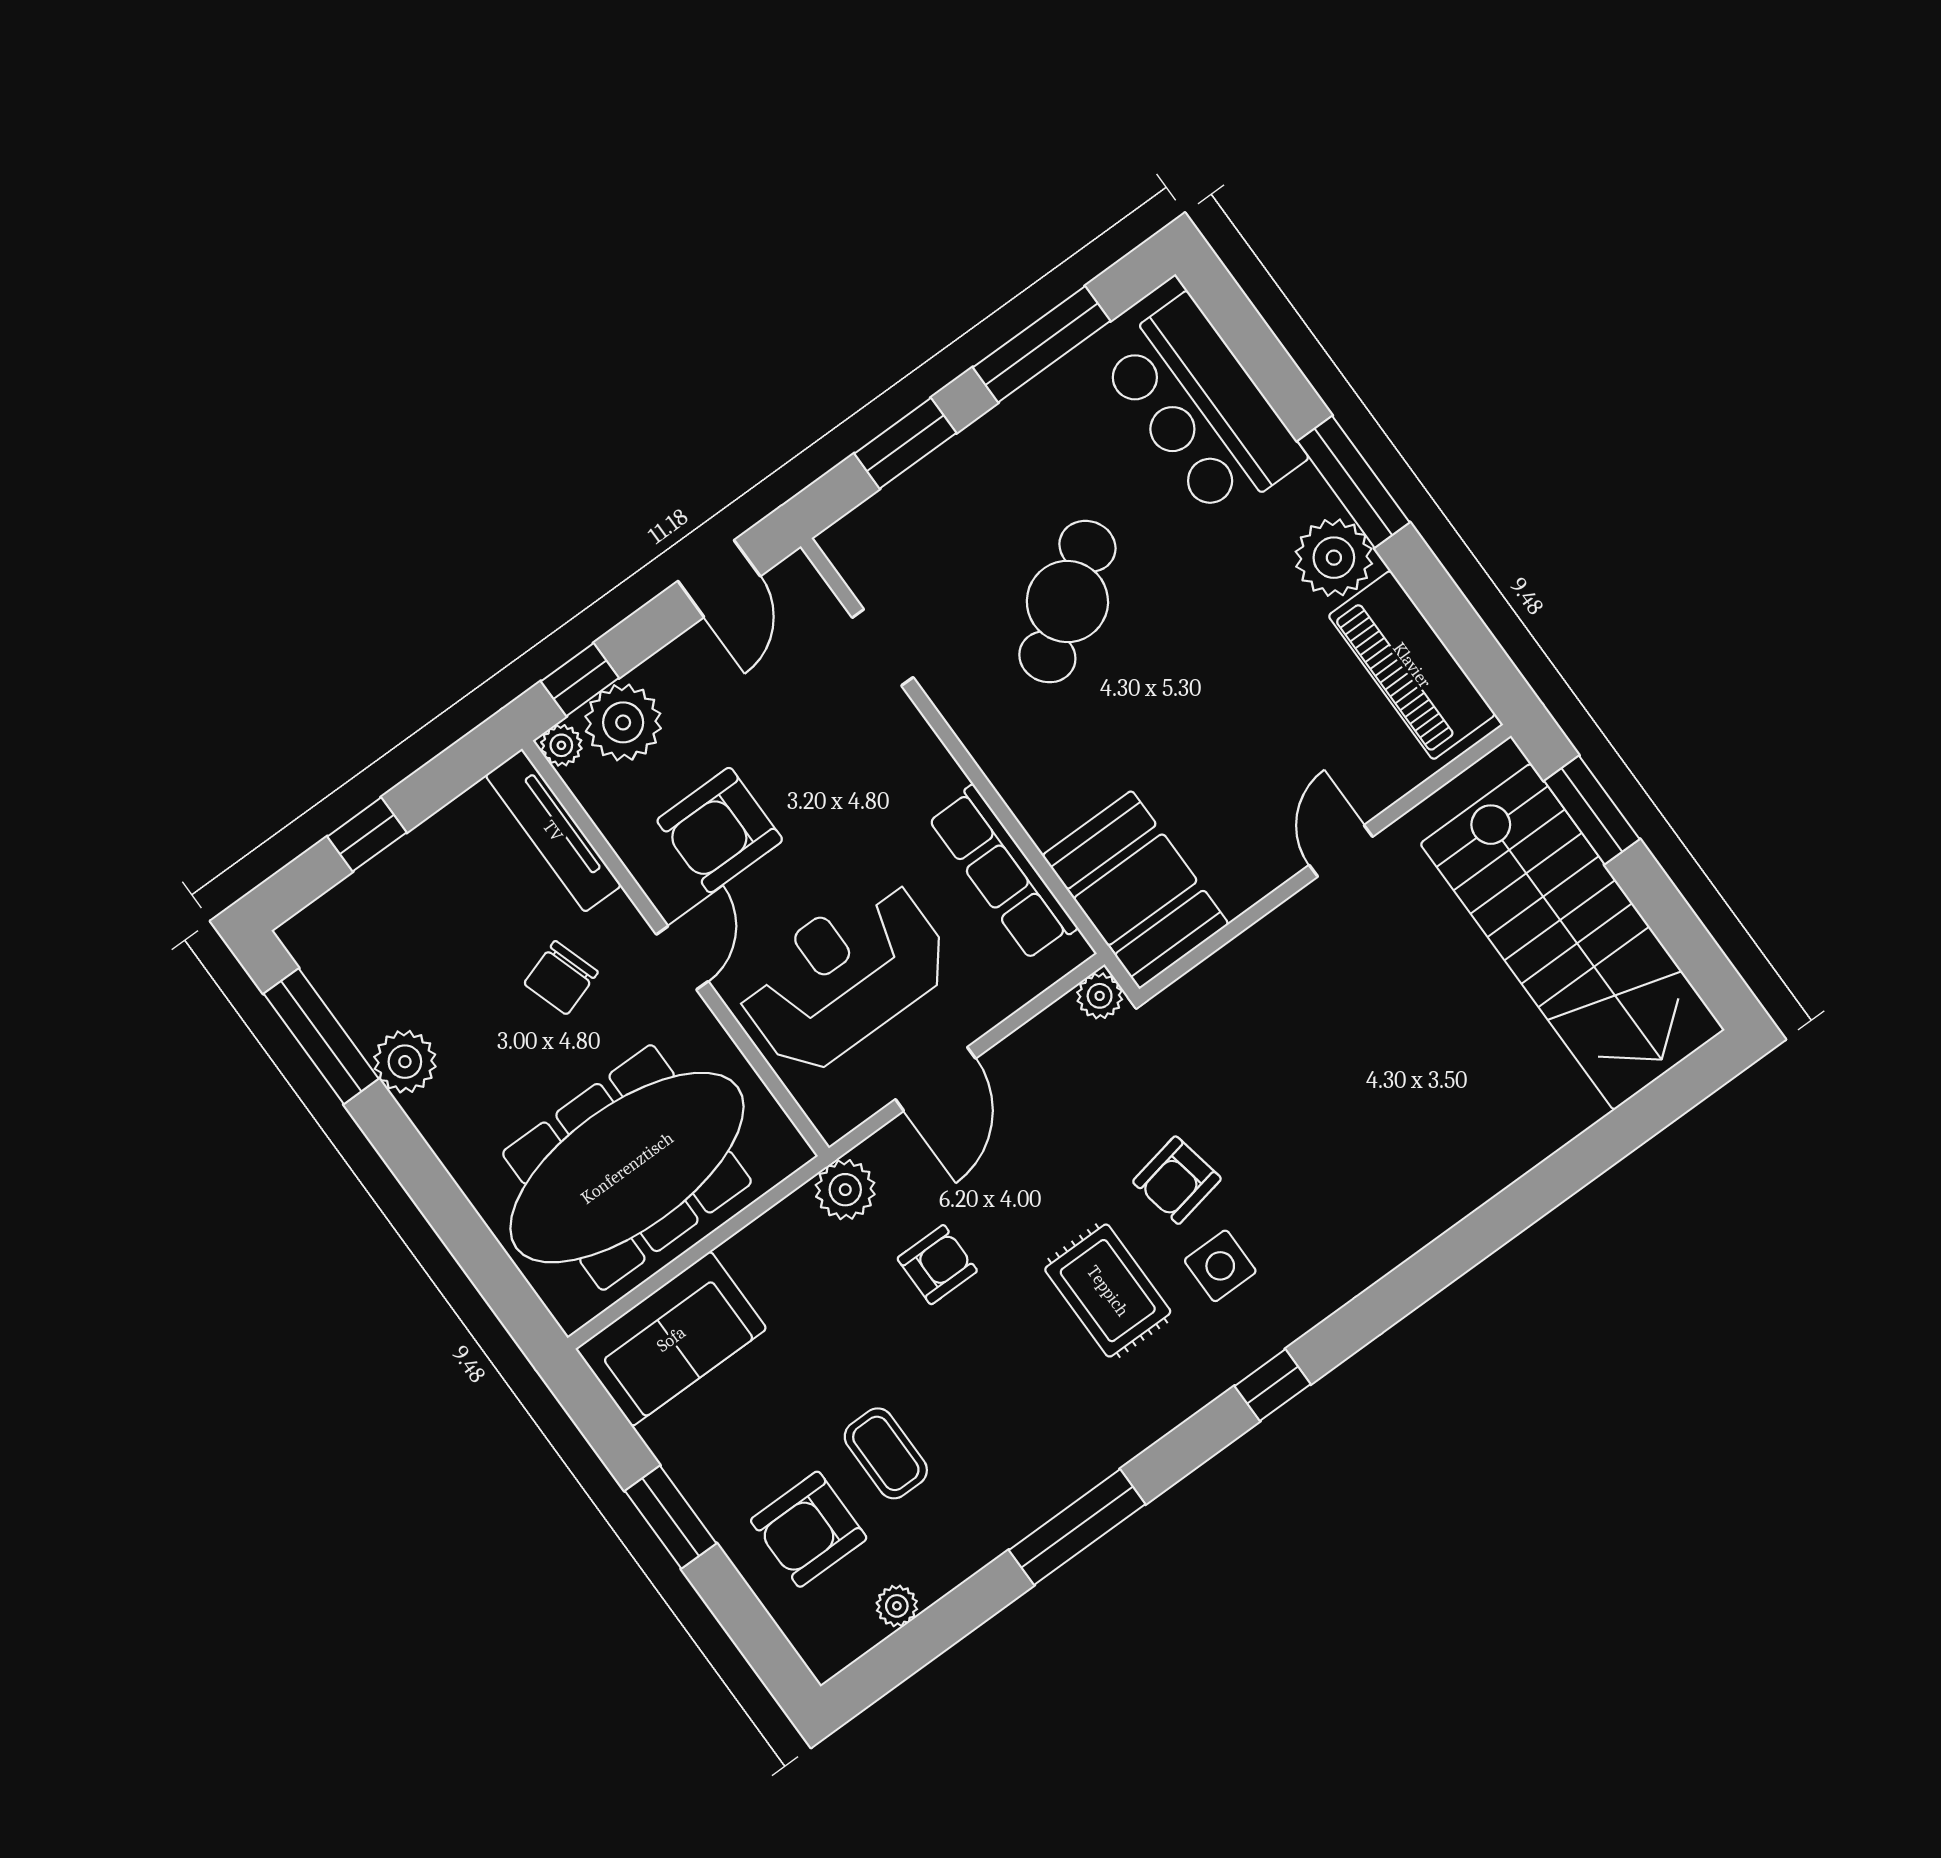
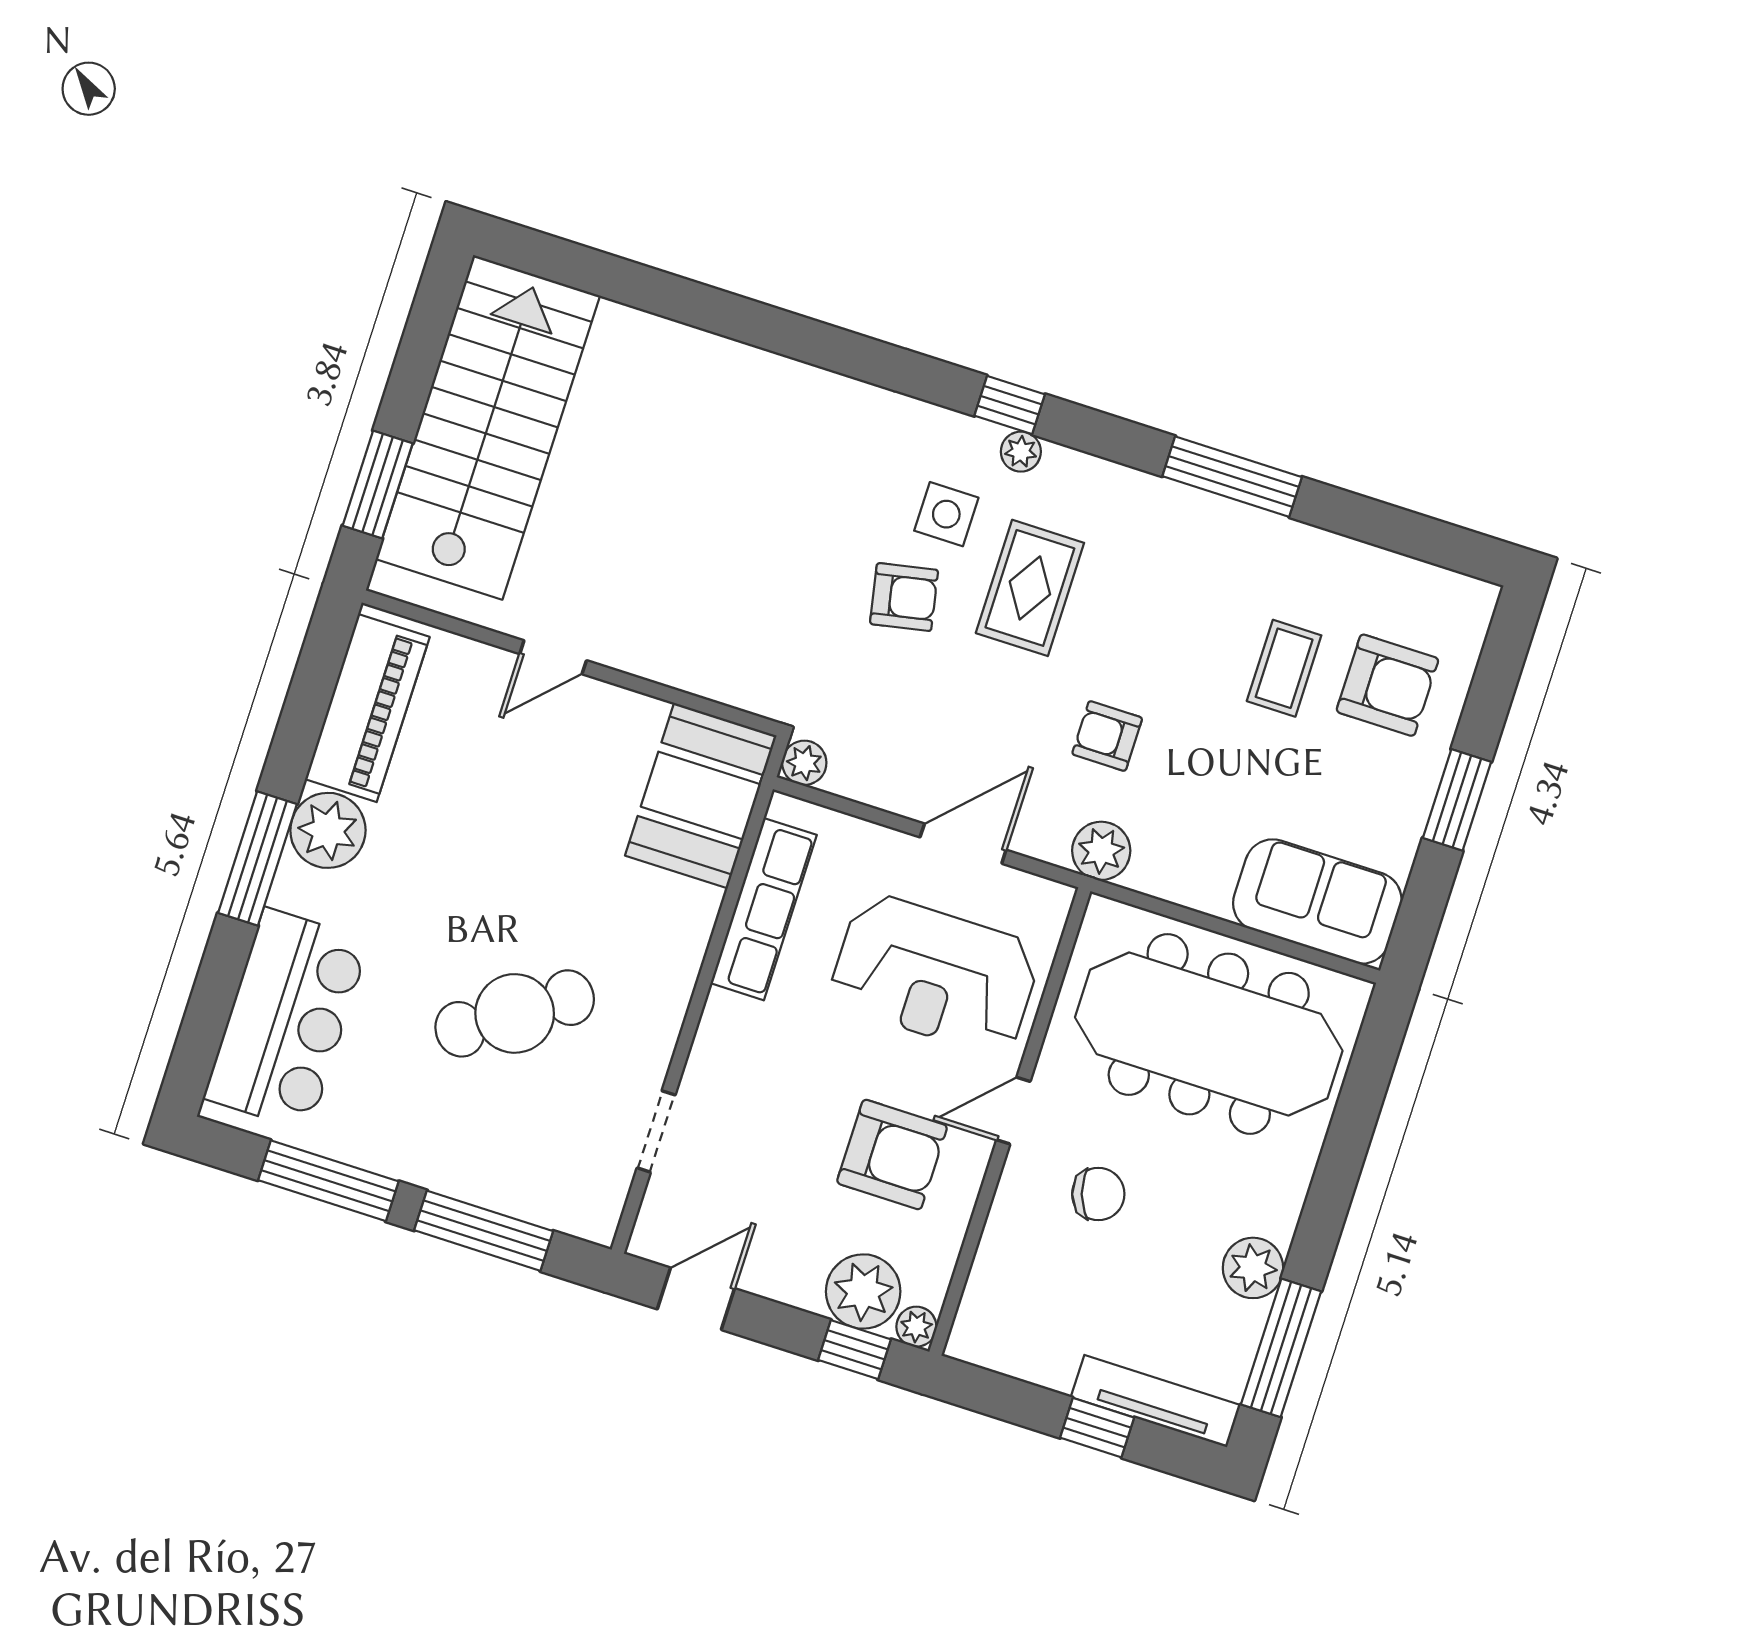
window: (905, 443) -> (484, 1231), width x1.44
tv unit: (553, 831) -> (1156, 1401), moved, turned -90
plant: (897, 1606) -> (1021, 452), moved

